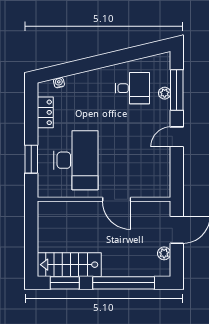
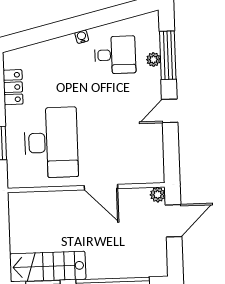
water cooler: (59, 83) -> (82, 37), moved
plant: (164, 253) -> (158, 195), moved

